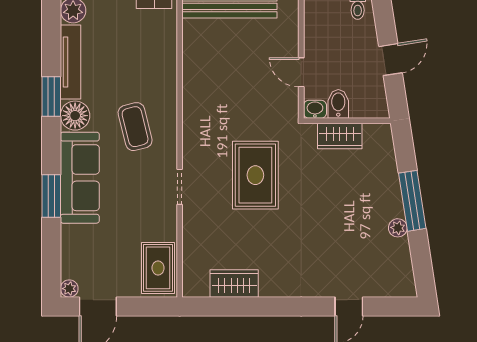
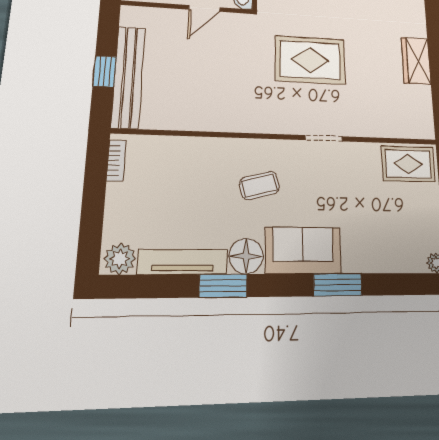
coffee table: (135, 127) -> (259, 186), width x0.73, depth x0.77
sofa: (80, 178) -> (303, 250), width x0.73
wardrobe: (234, 283) -> (416, 61), moved

